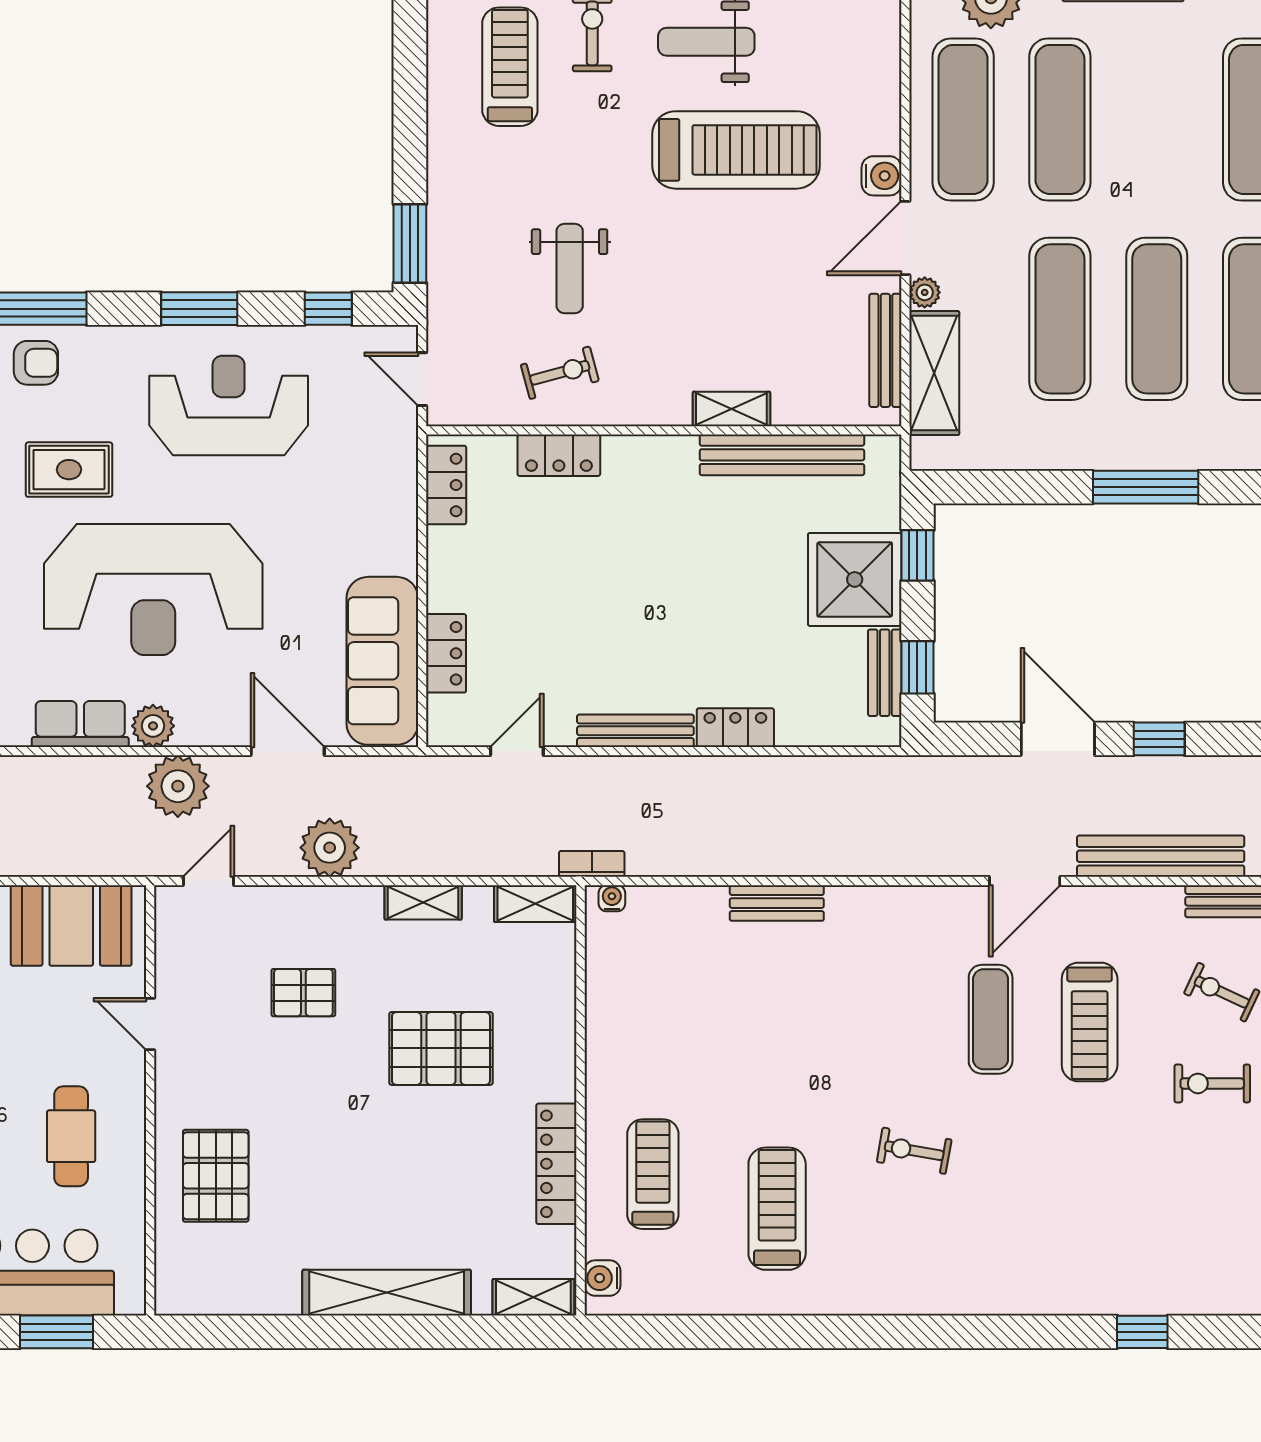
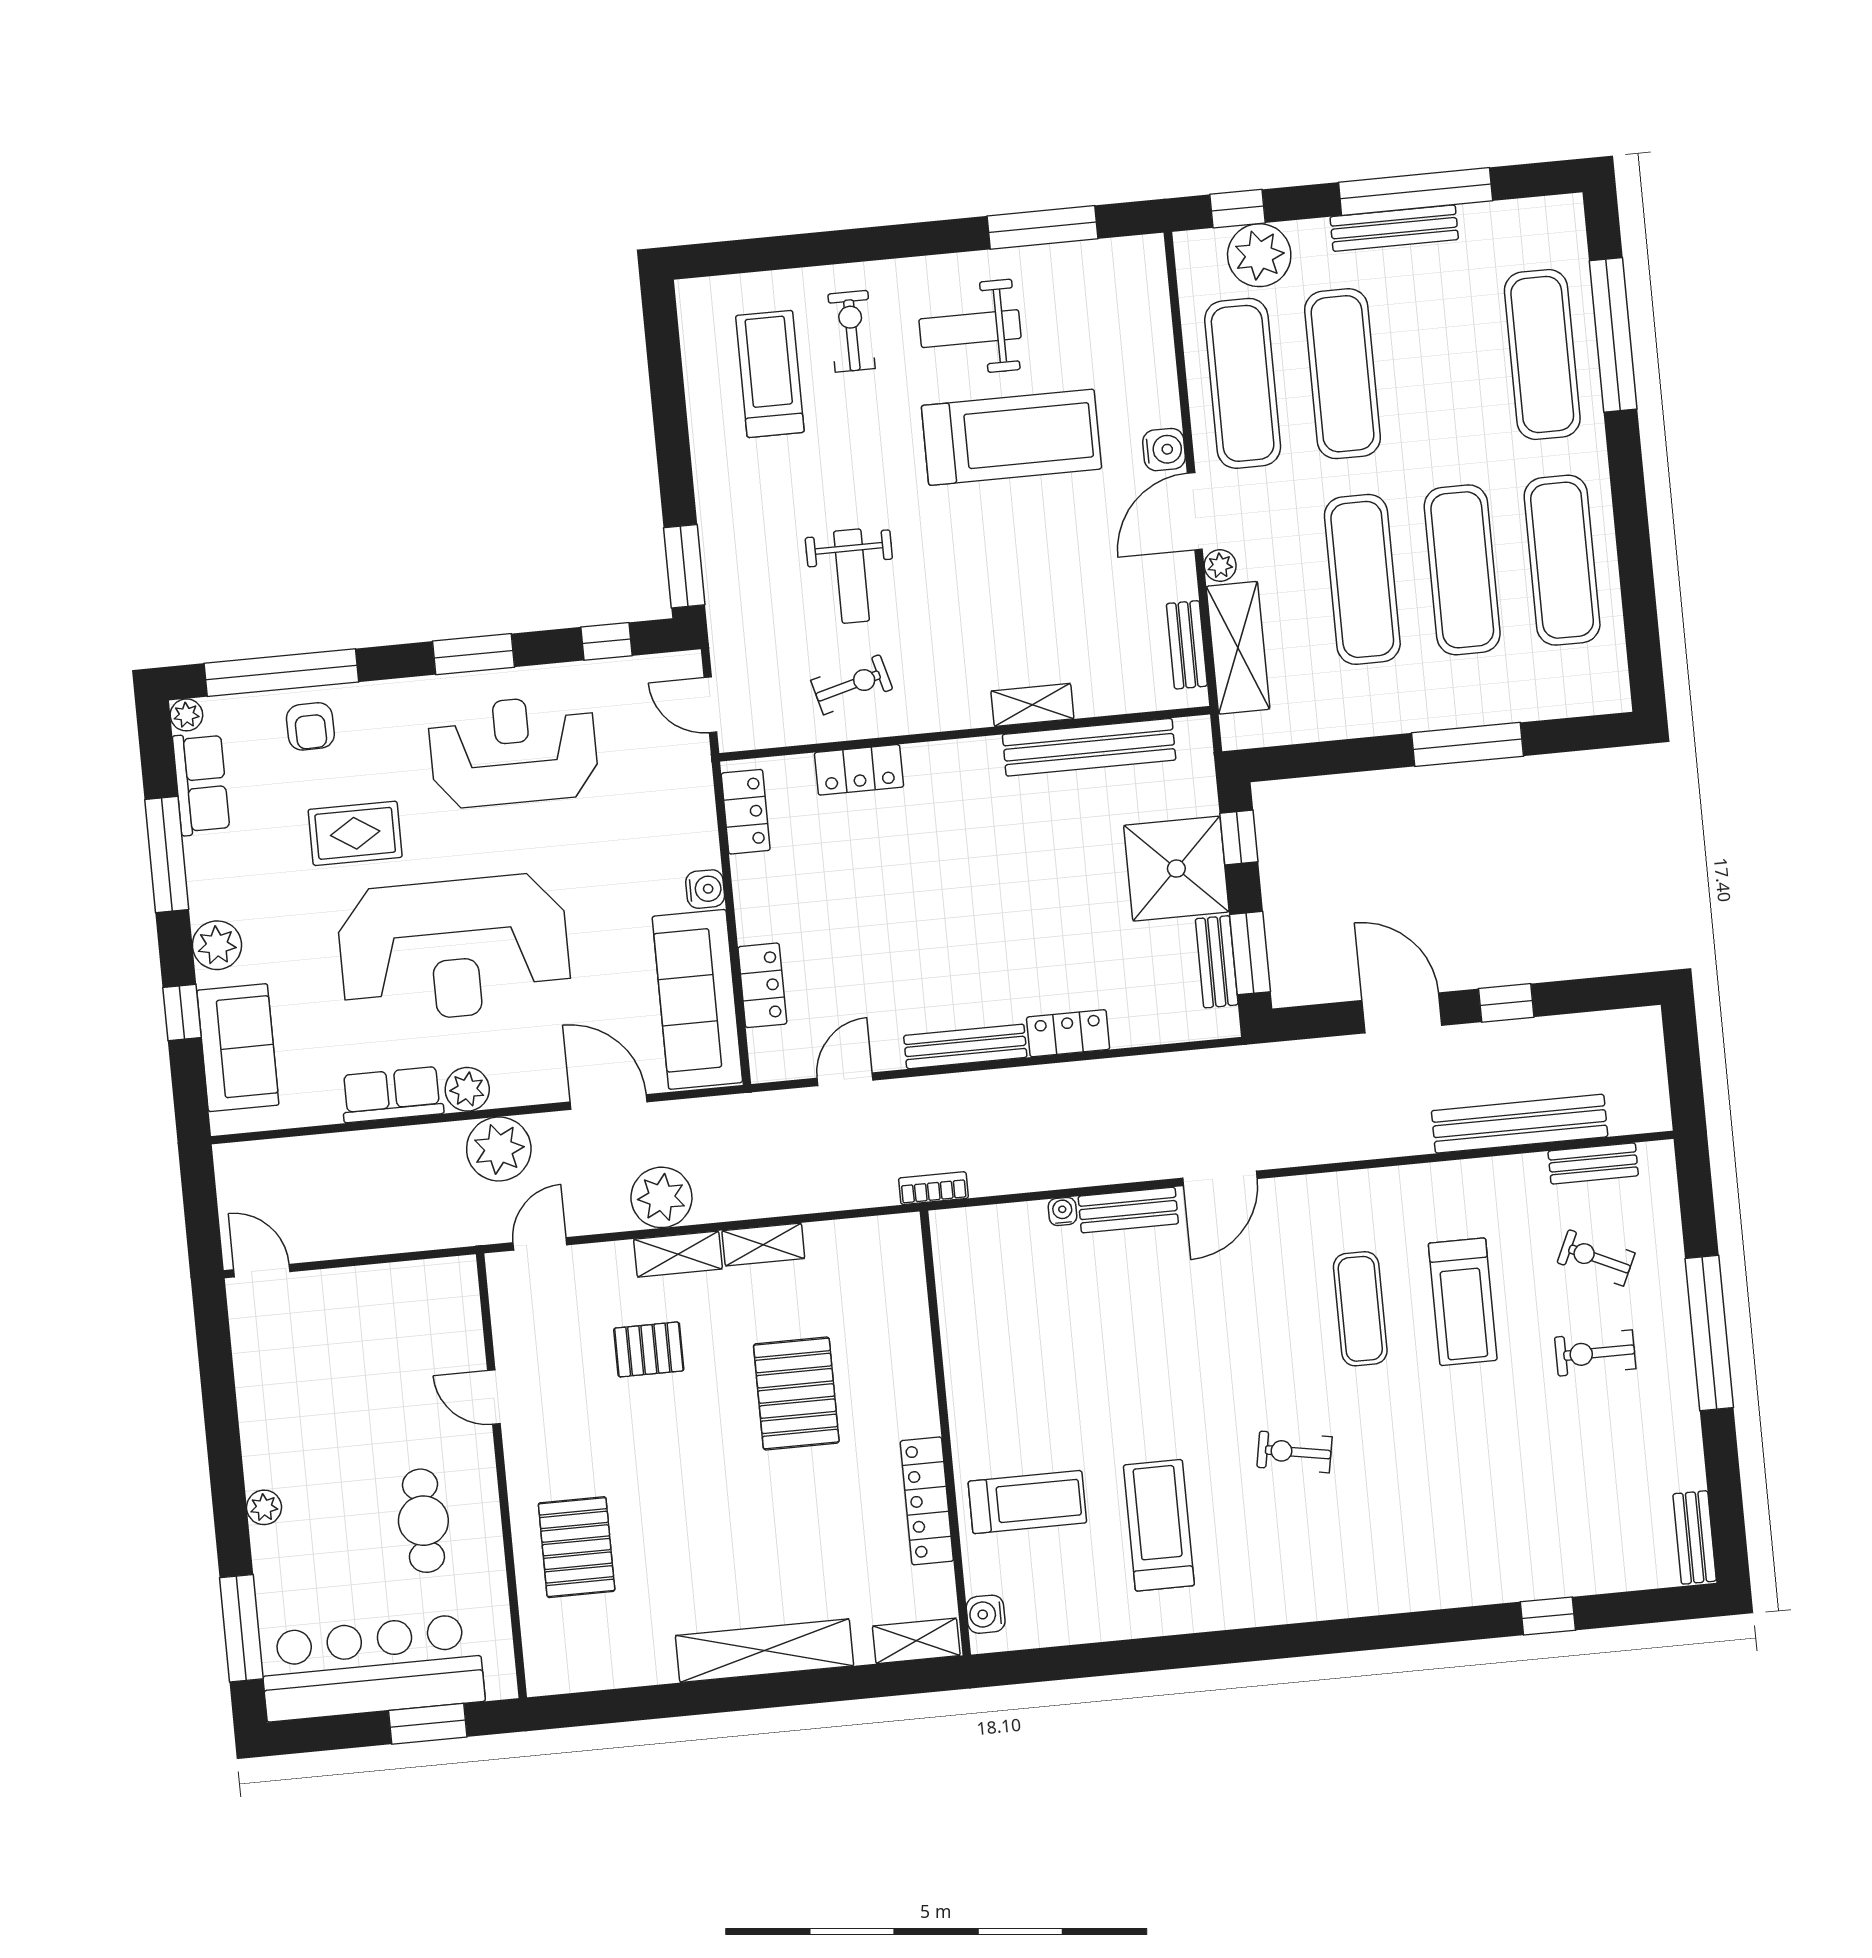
bench: (885, 350) -> (1187, 645), width x0.73
armchair: (36, 363) -> (310, 726), turned 89
water cooler: (400, 556) -> (705, 889), added
window: (917, 667) -> (1250, 953), width x1.50
door: (1025, 881) -> (1220, 1178), moved
water cooler: (612, 898) -> (1062, 1211), moved
shelving: (535, 904) -> (678, 1254), moved
booth: (71, 926) -> (403, 1303), removed
pallet: (441, 1048) -> (796, 1393), turned 90
treadmill: (653, 1174) -> (1027, 1502), turned 90

